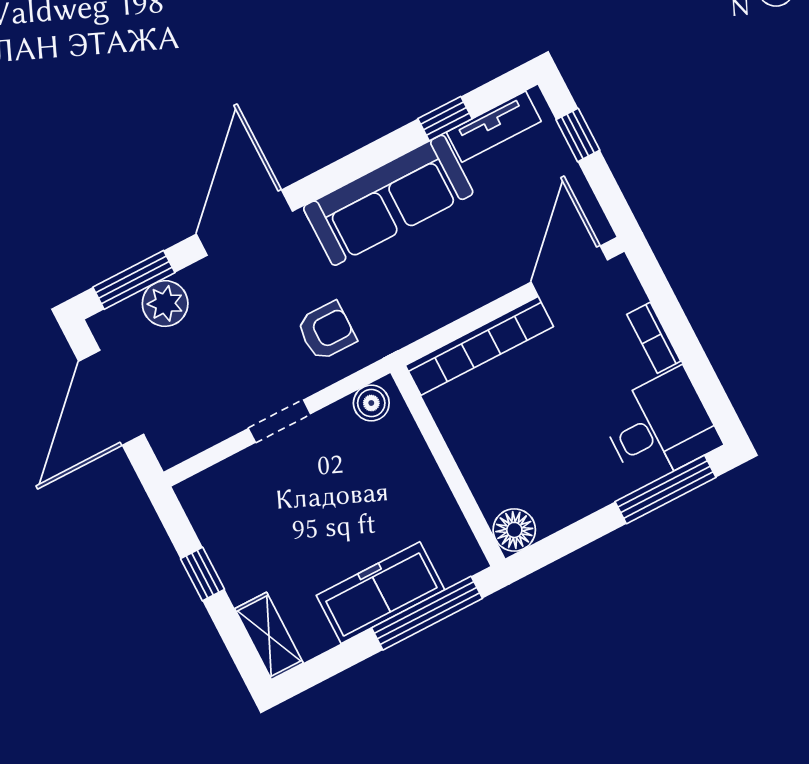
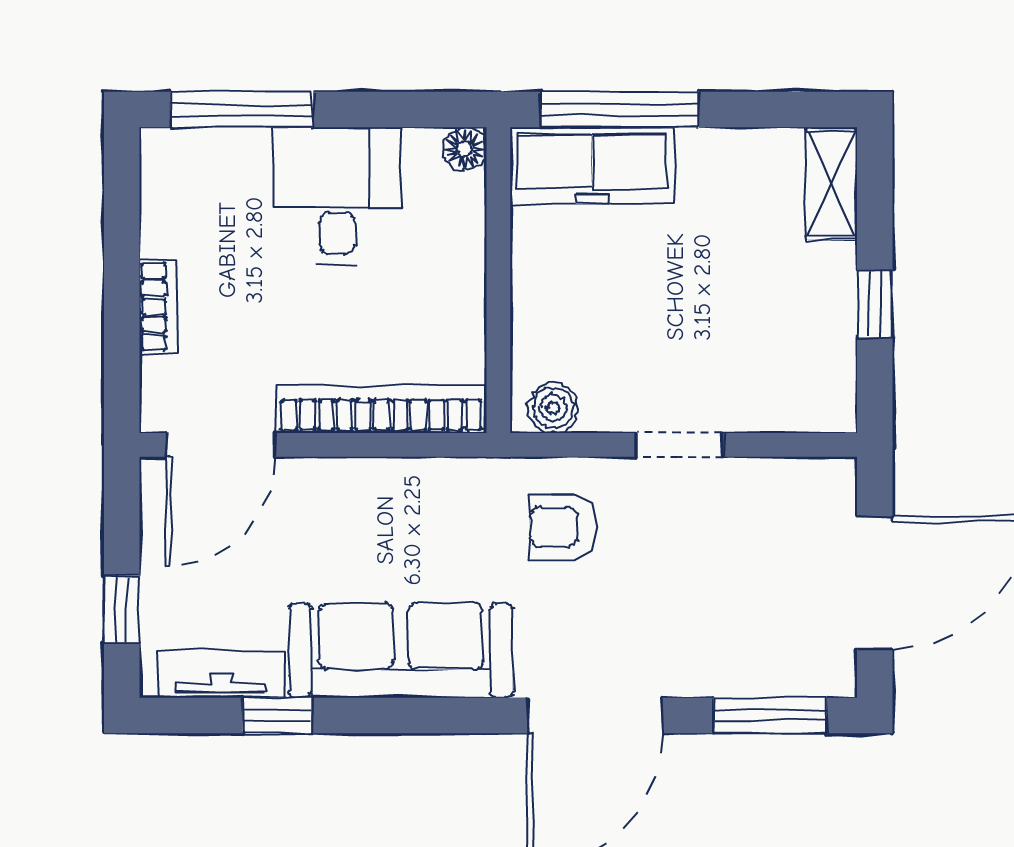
plant: (165, 303) -> (746, 666), removed
desk: (660, 427) -> (337, 196), moved, turned 90
floor lamp: (514, 530) -> (465, 149), width x0.73, depth x0.73
freezer: (380, 593) -> (592, 165), moved

